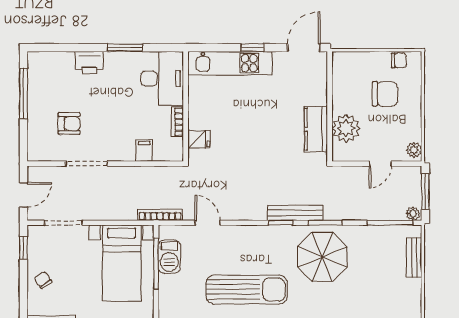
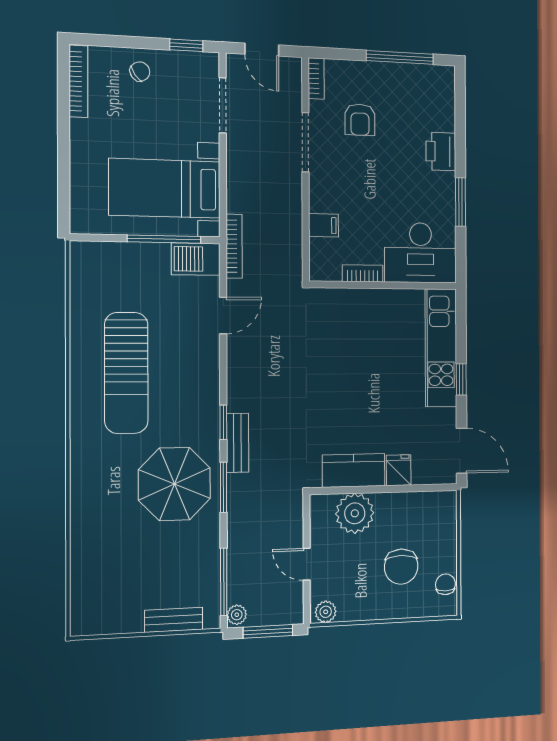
chair: (399, 60) -> (445, 584), turned 180
fridge: (199, 139) -> (399, 470), moved, turned 180
bookcase: (42, 156) -> (316, 78), added
bench: (295, 213) -> (238, 443), width x0.73
barbecue: (169, 257) -> (196, 259), moved

